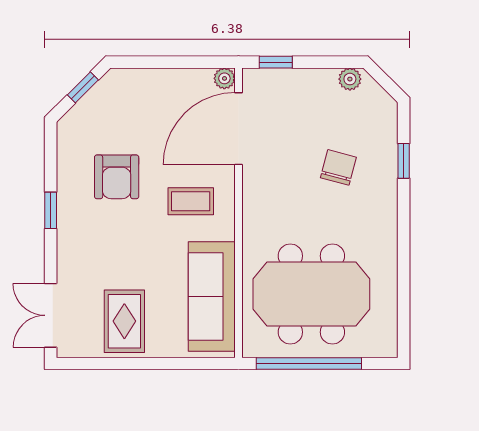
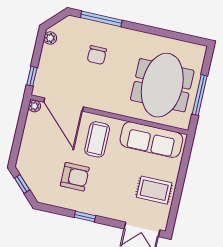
window: (404, 161) -> (101, 19), width x2.17
chair: (338, 167) -> (97, 55), turned -105
coffee table: (191, 201) -> (97, 139), width x1.36, depth x1.30
window: (309, 364) -> (200, 95), width x0.68

